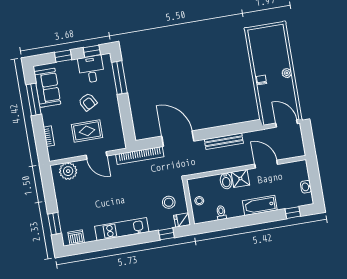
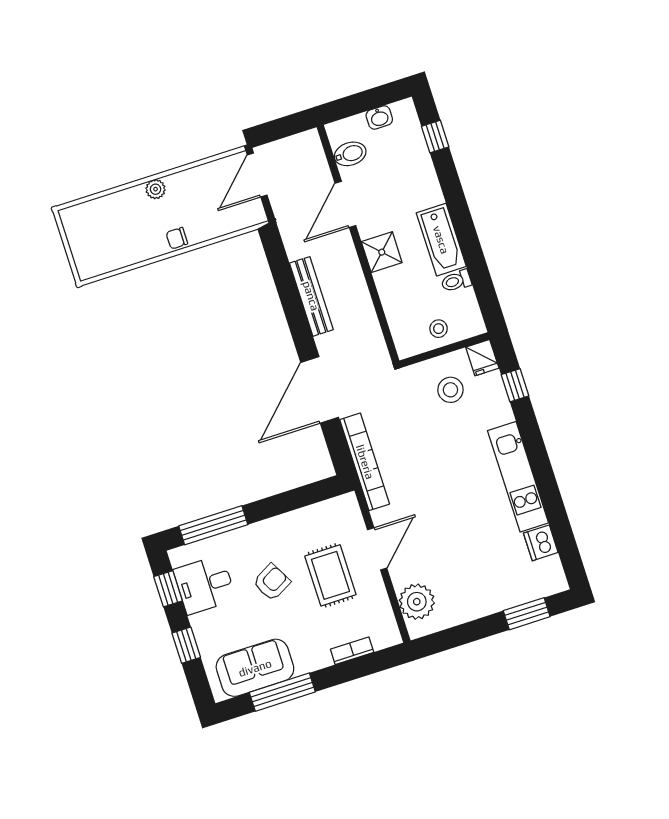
bidet: (226, 181) -> (350, 154), moved
bathtub: (260, 205) -> (441, 240), moved
dishwasher: (76, 237) -> (541, 543), moved

